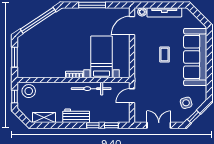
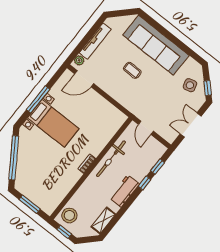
door: (132, 26) -> (84, 79), hinge flipped
bed with nightstands: (101, 57) -> (53, 123), moved, turned 180

